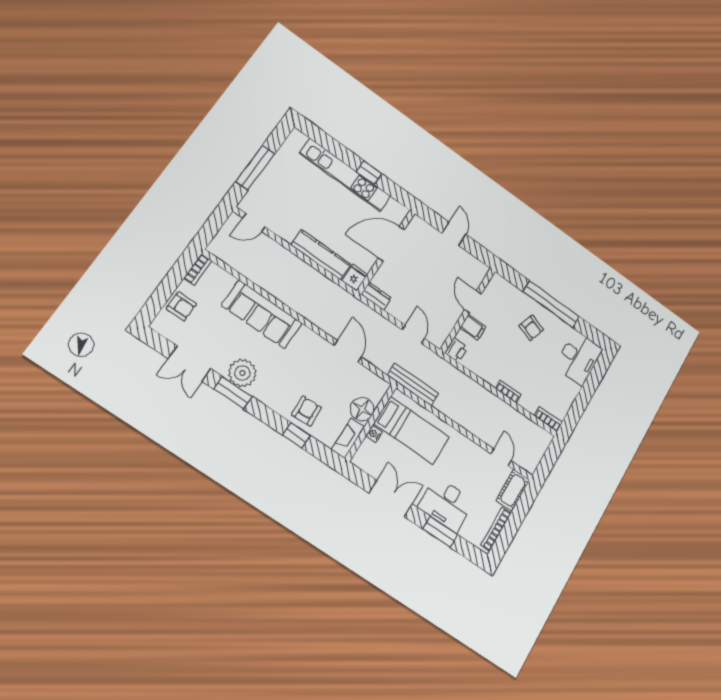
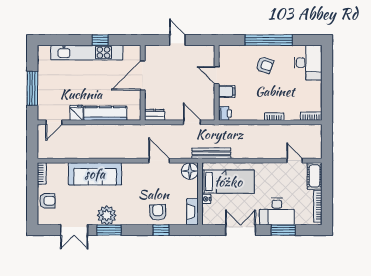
fridge: (355, 278) -> (76, 113), moved
floor lamp: (362, 409) -> (190, 171), moved

